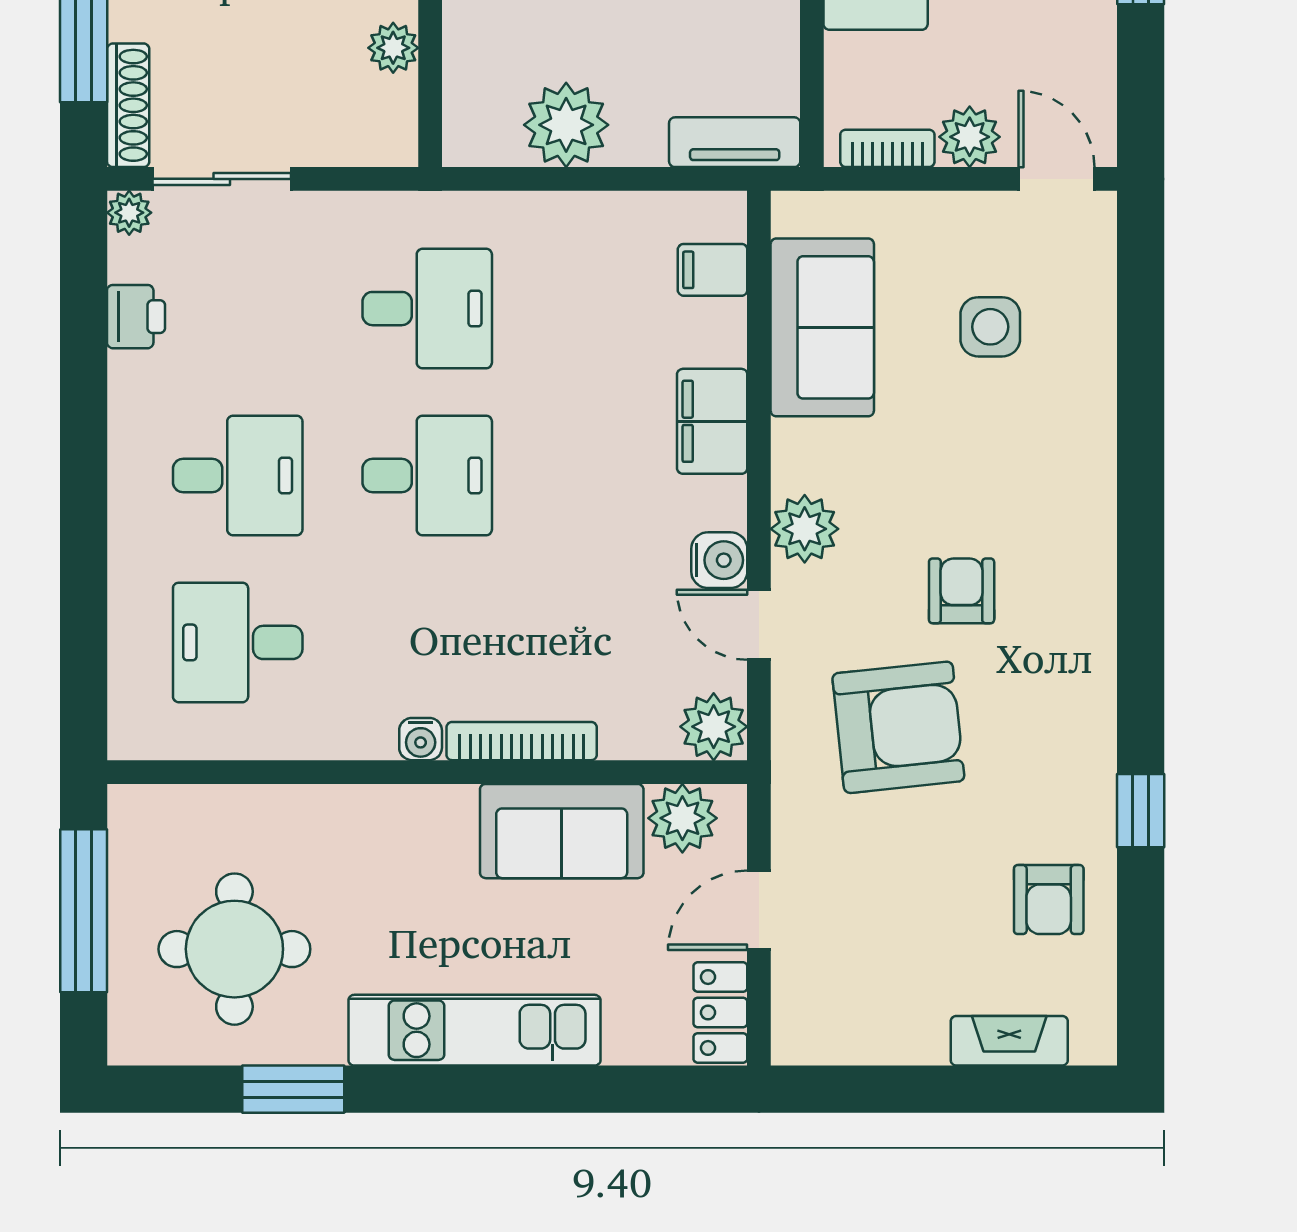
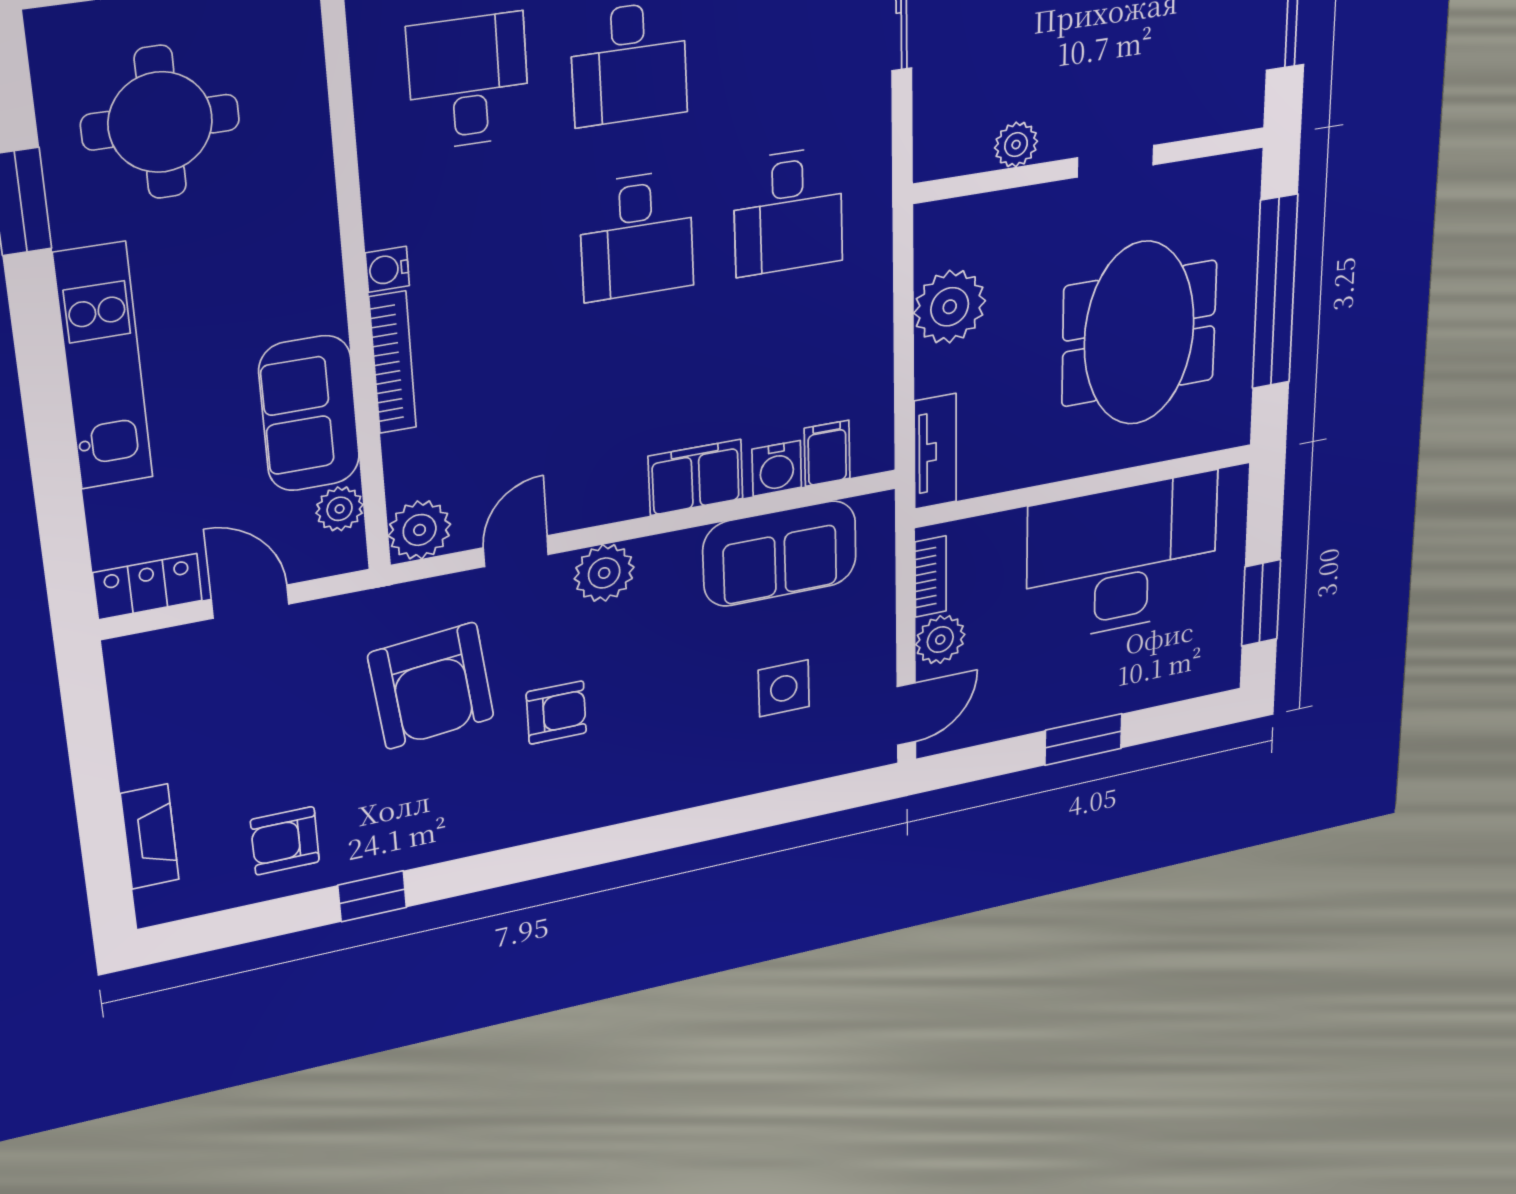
water cooler: (719, 560) -> (777, 468), moved
plant: (682, 818) -> (340, 509), width x0.73, depth x0.73

